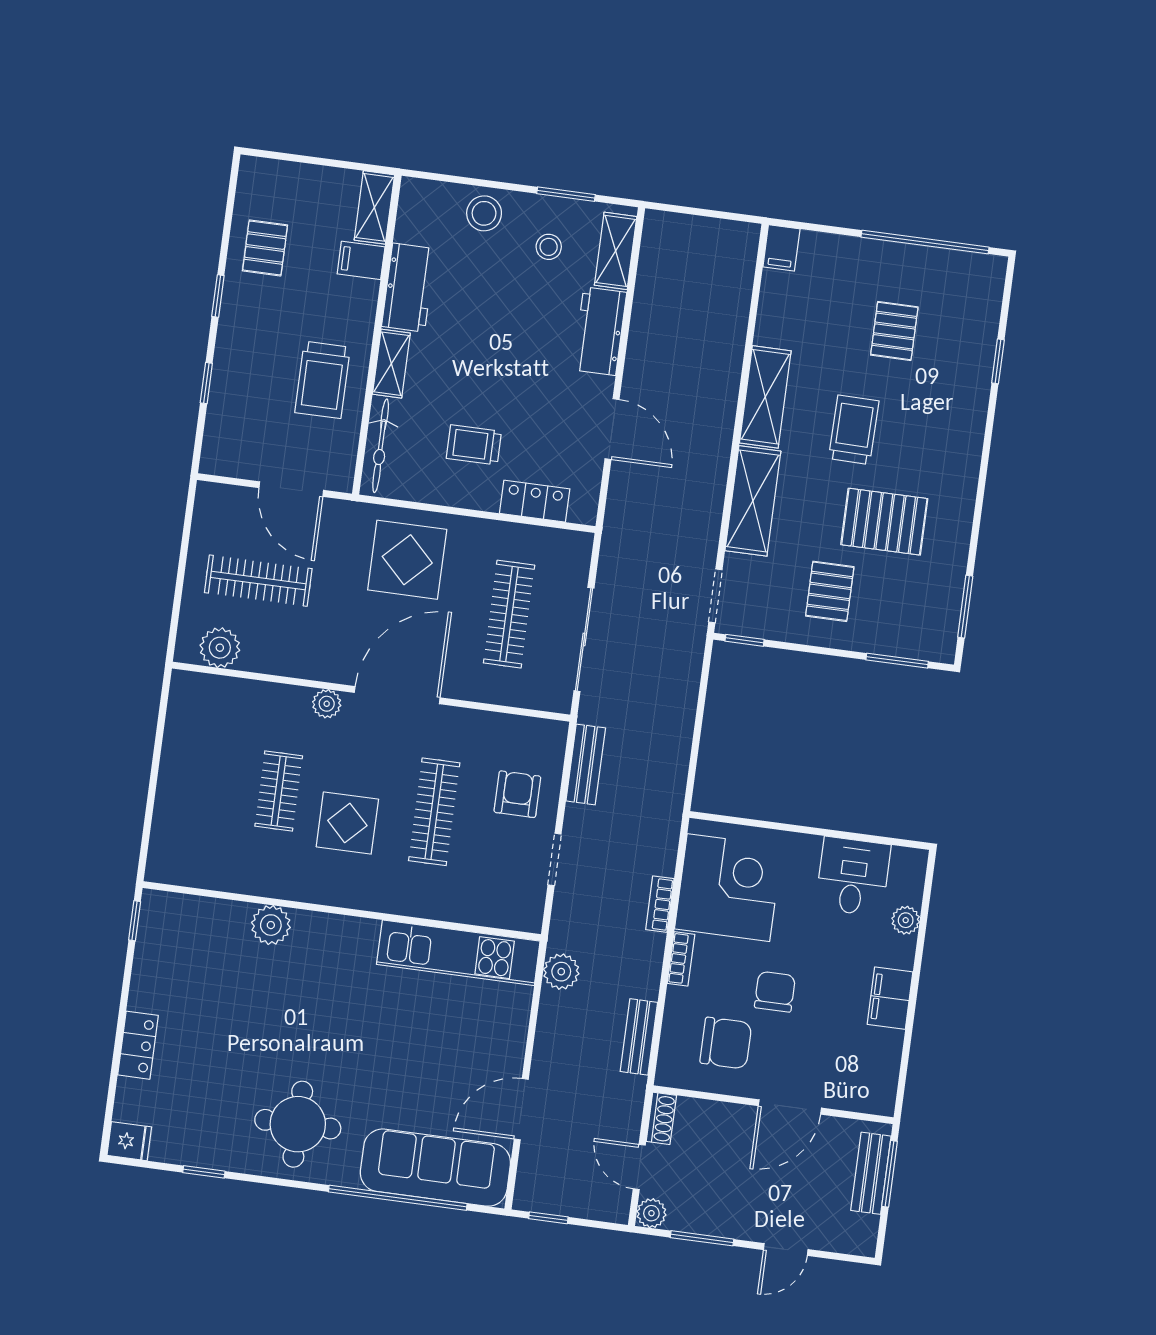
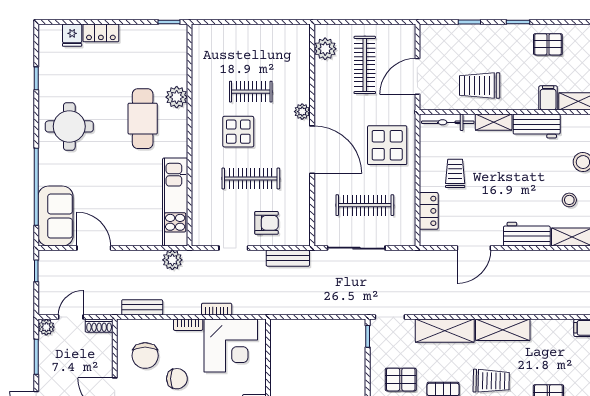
cafe table: (301, 991) -> (143, 119), added
fridge: (129, 1141) -> (72, 35), moved
sofa: (435, 1168) -> (56, 216), width x0.73

